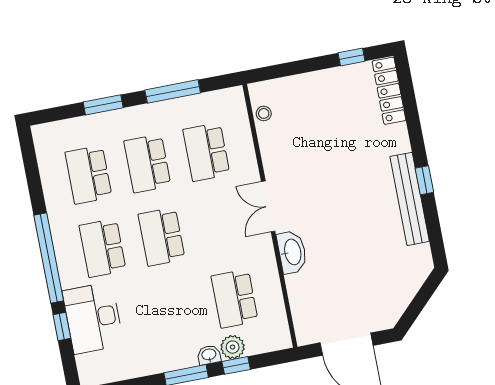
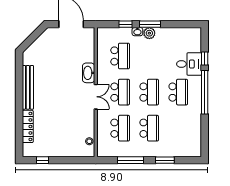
locker: (389, 91) -> (28, 126), moved
school desk: (88, 175) -> (120, 92), moved
window: (424, 180) -> (19, 95), removed
desk: (93, 318) -> (189, 64), width x0.73
plant: (233, 347) -> (149, 33), moved

